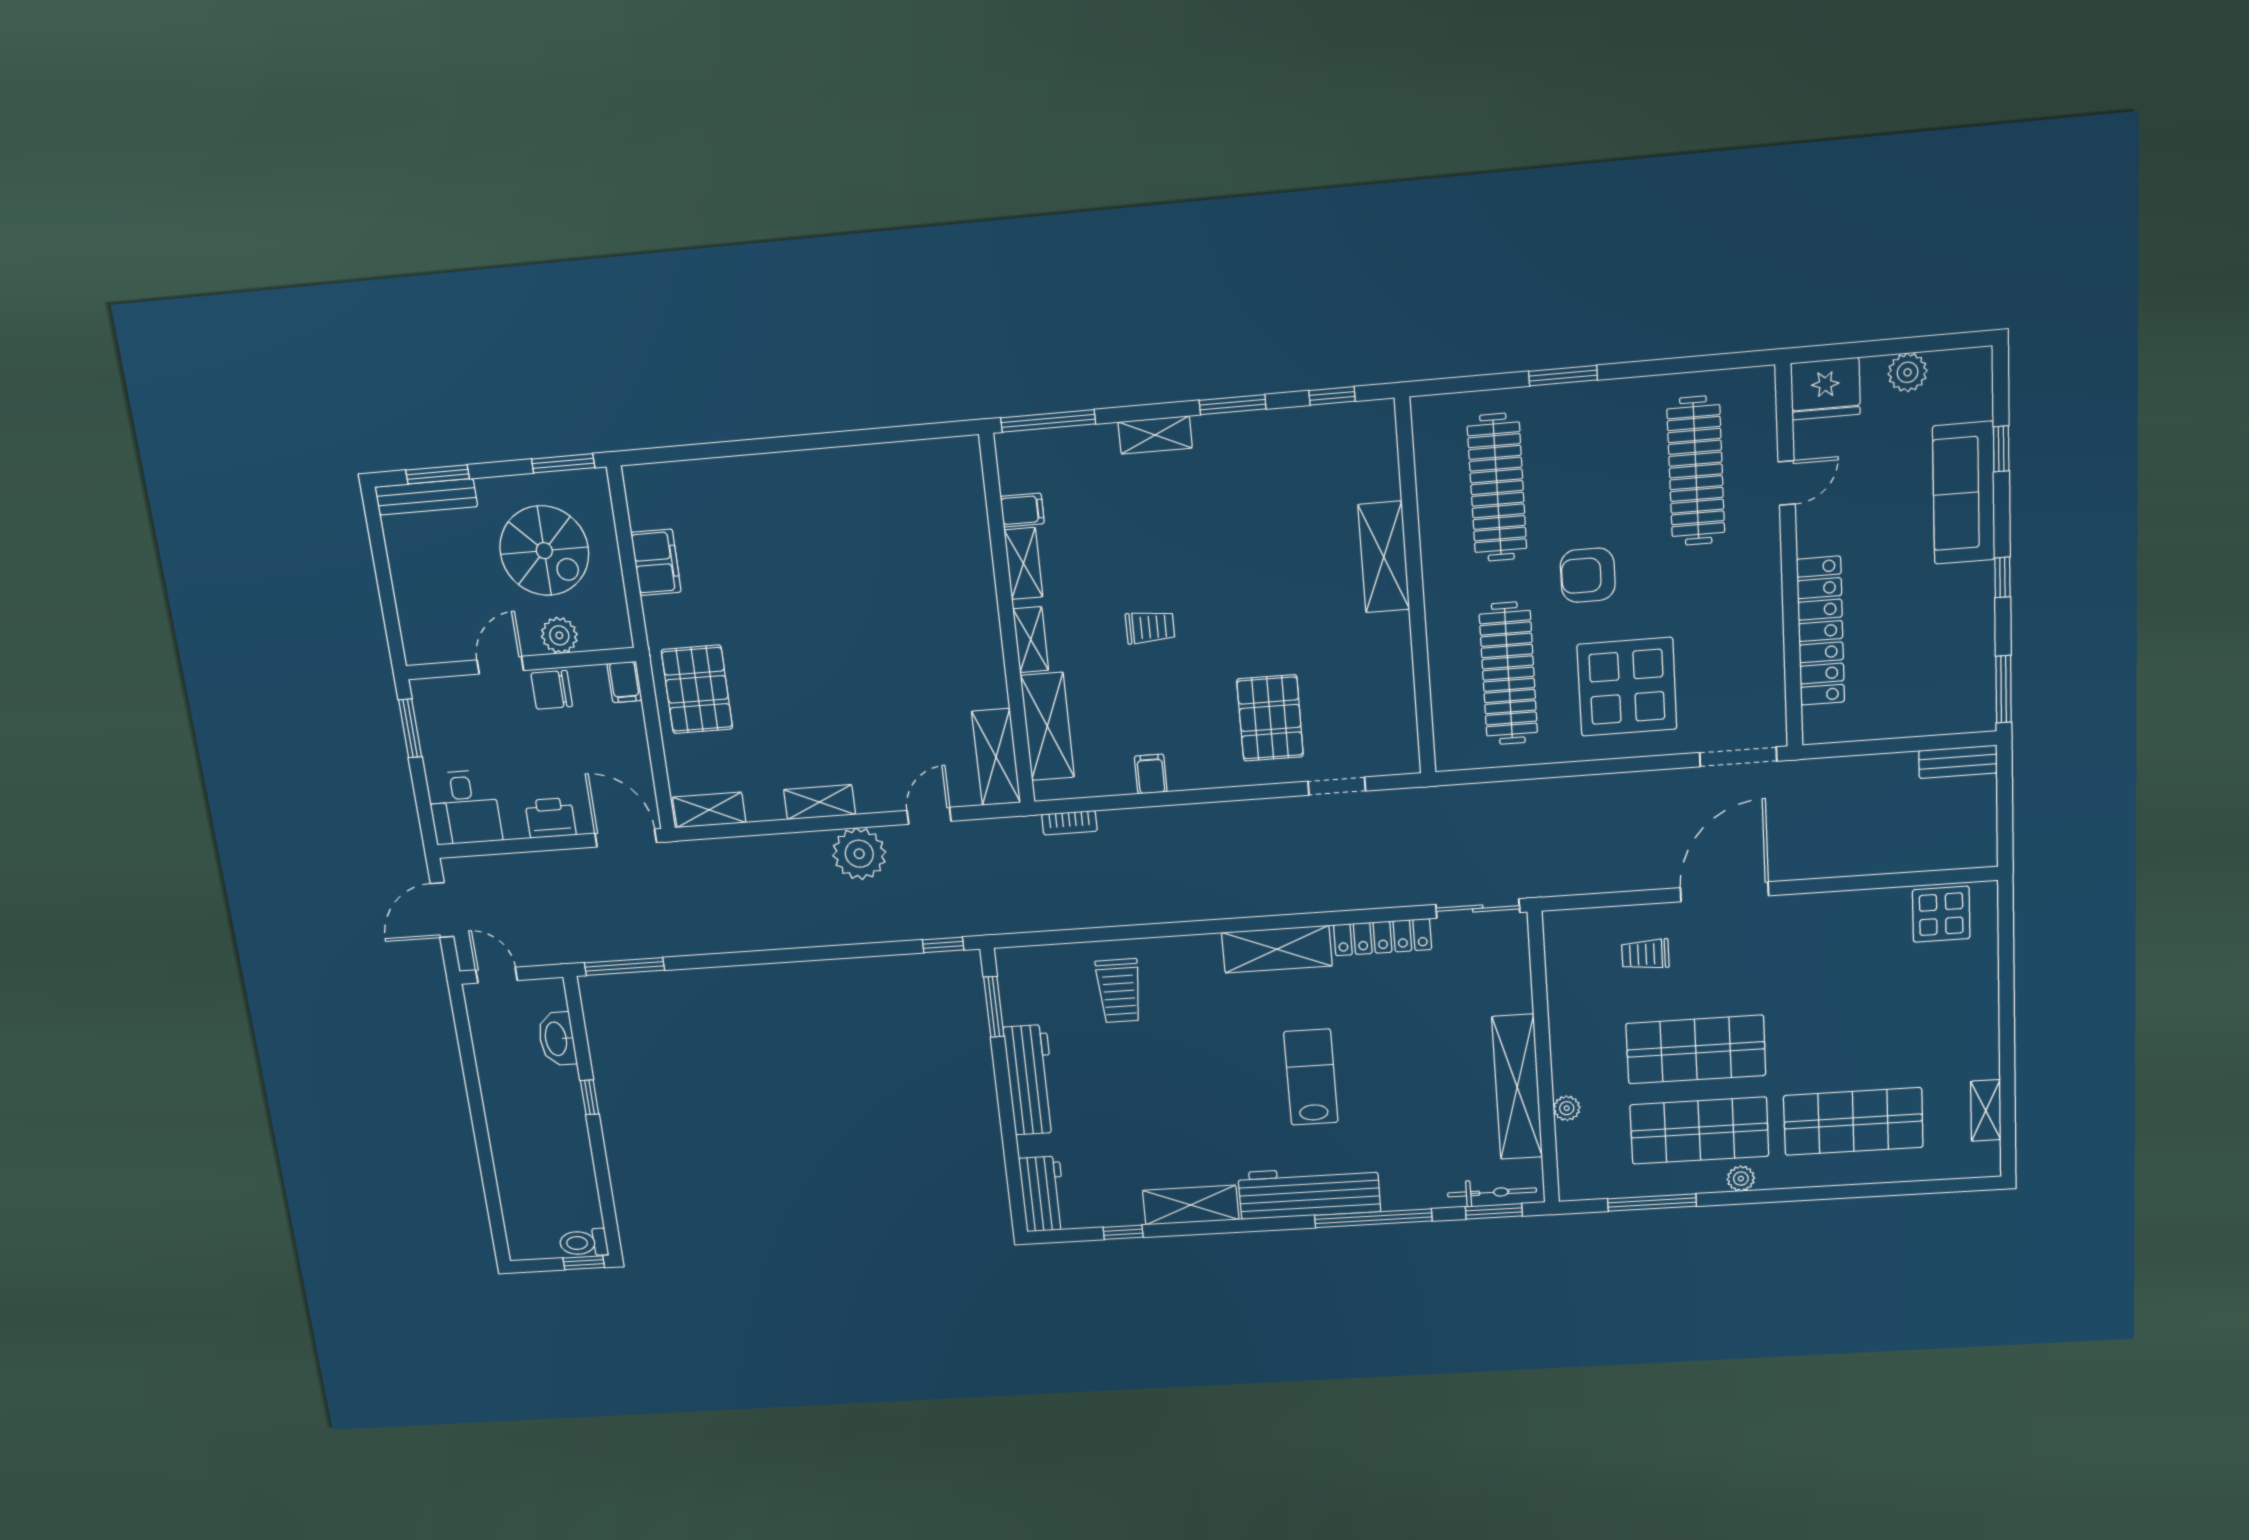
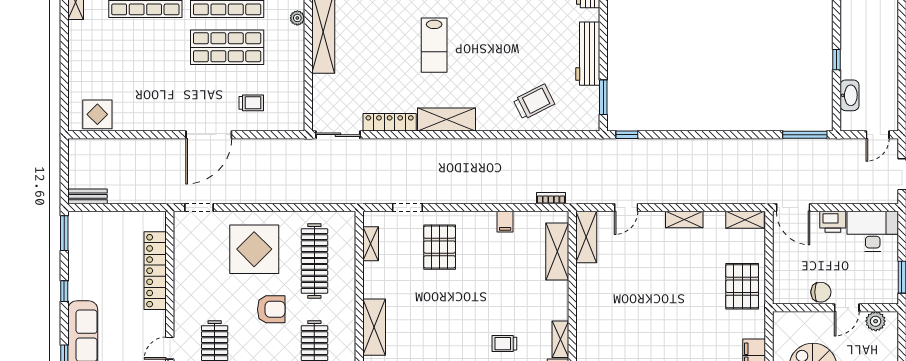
trolley: (1150, 627) -> (504, 344), moved
plant: (559, 635) -> (876, 321), moved
shelving: (1031, 640) -> (371, 244), moved
filing cabinet: (624, 682) -> (781, 293), removed
doorway: (1738, 757) -> (199, 208), width x0.73
desk: (464, 807) -> (873, 231), width x1.37
plant: (859, 854) -> (666, 189), removed
door: (497, 975) -> (878, 135), hinge flipped
trolley: (1119, 991) -> (534, 102), turned 63

